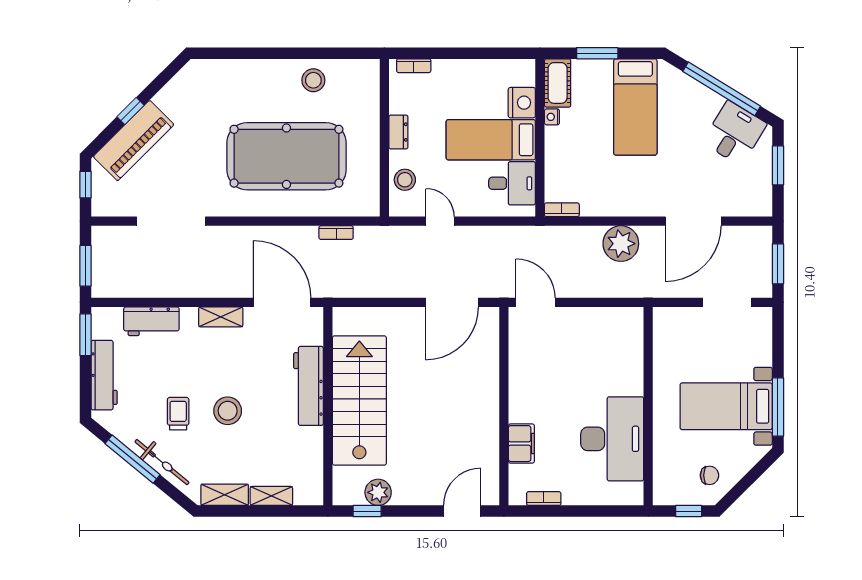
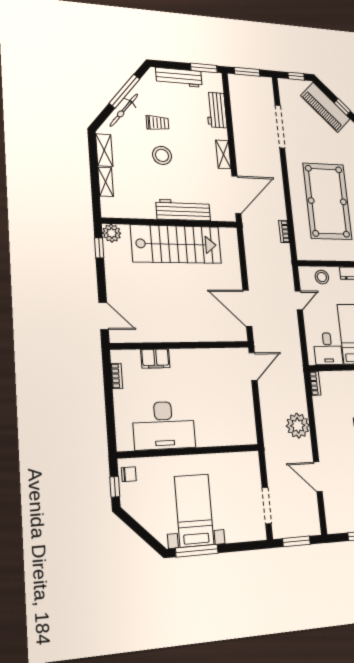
door: (693, 221) -> (318, 477), width x0.73
chair: (710, 475) -> (129, 474), moved, turned -90
plant: (378, 492) -> (112, 233), moved

